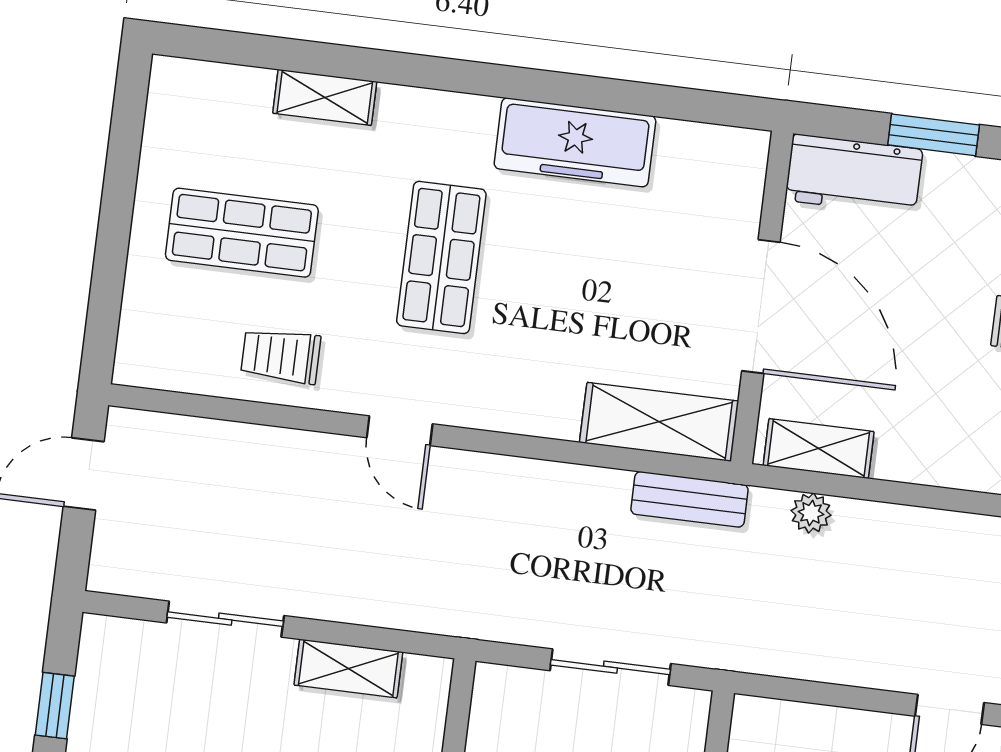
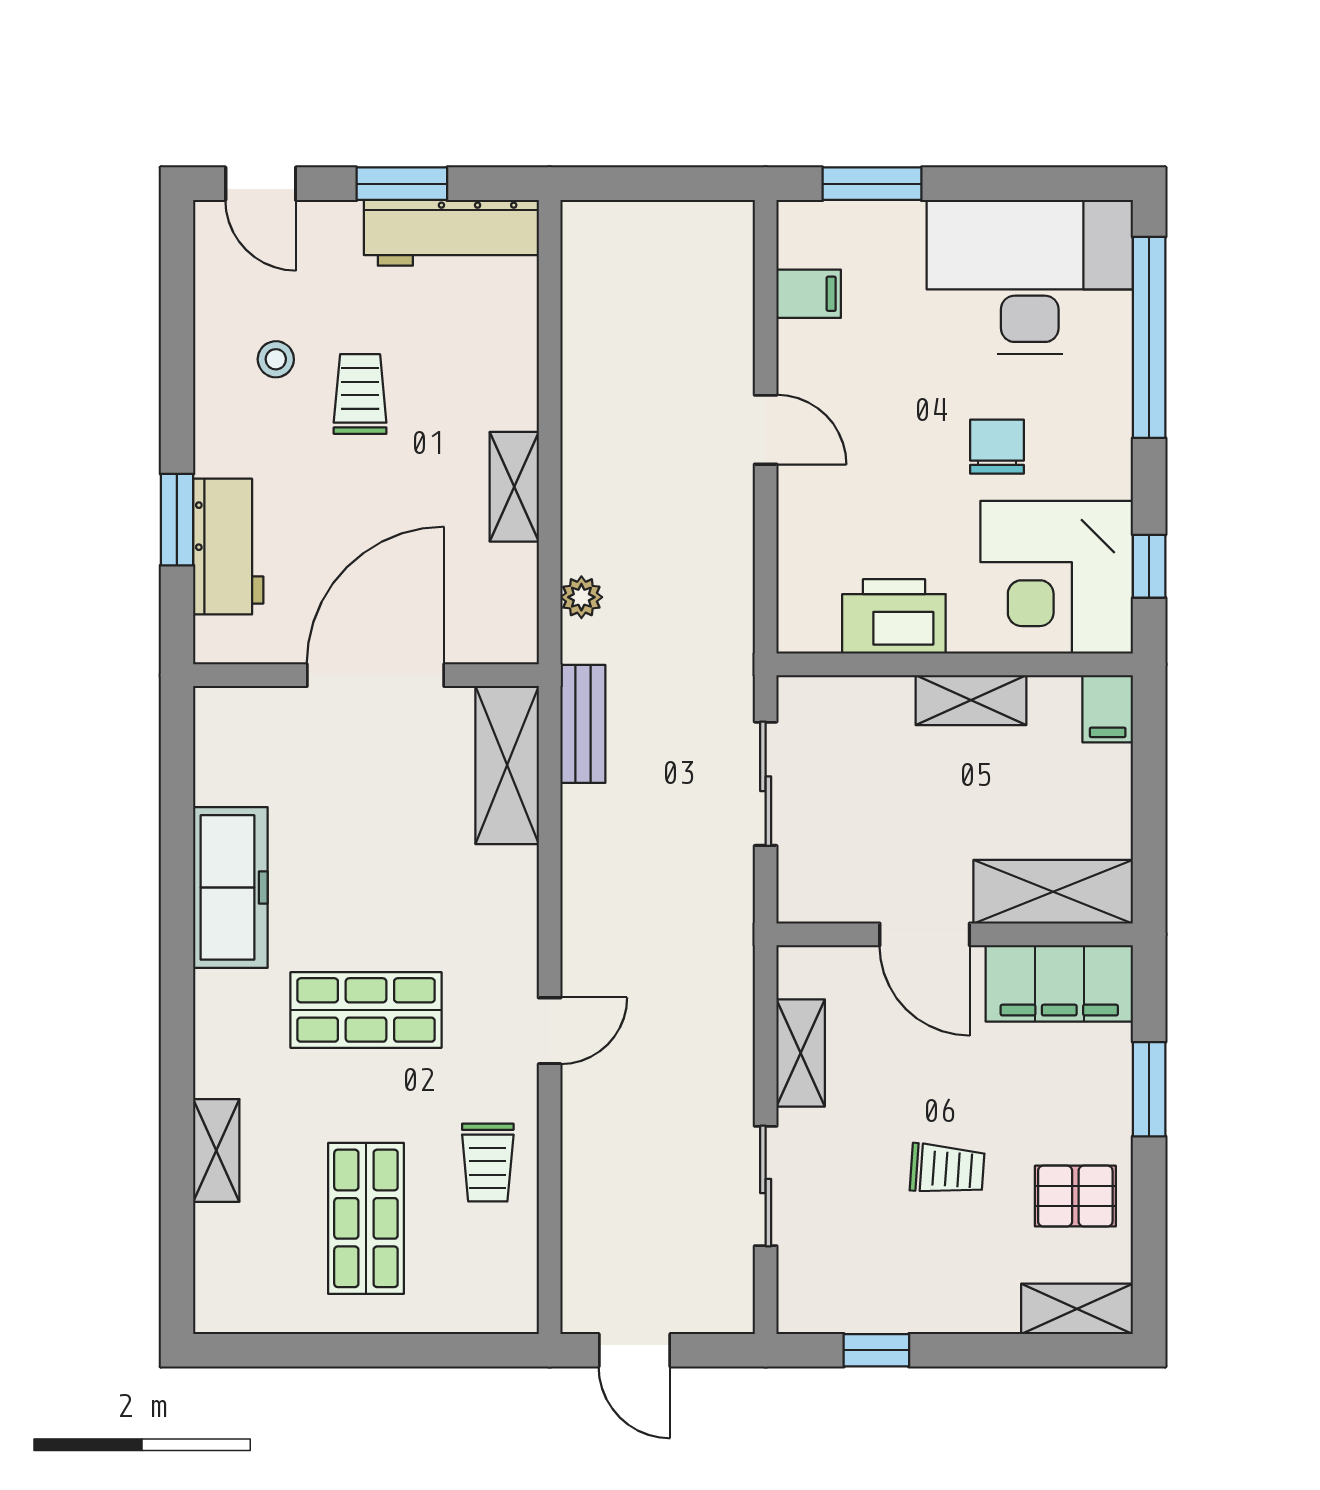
workbench: (854, 175) -> (228, 547), moved
shelving: (819, 449) -> (514, 487), moved

